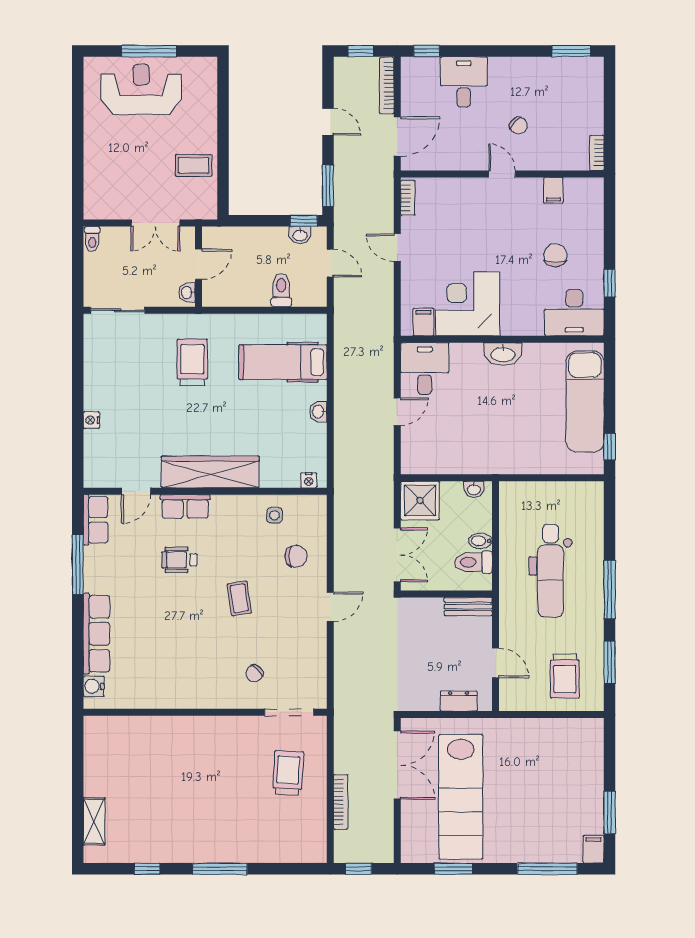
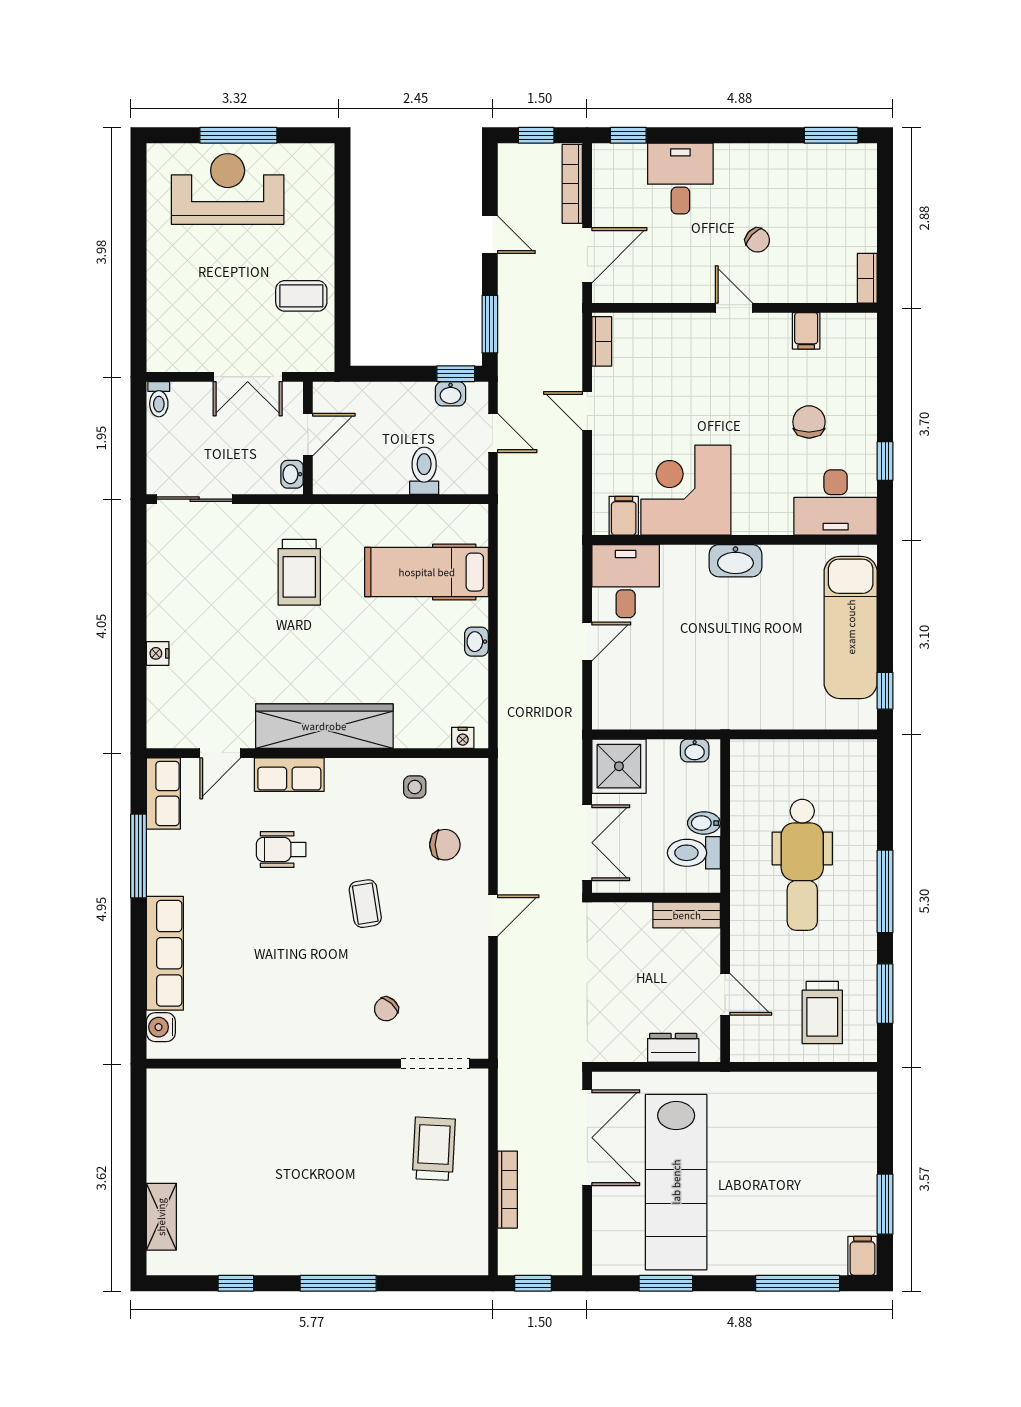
trolley: (192, 362) -> (299, 572), turned 180

